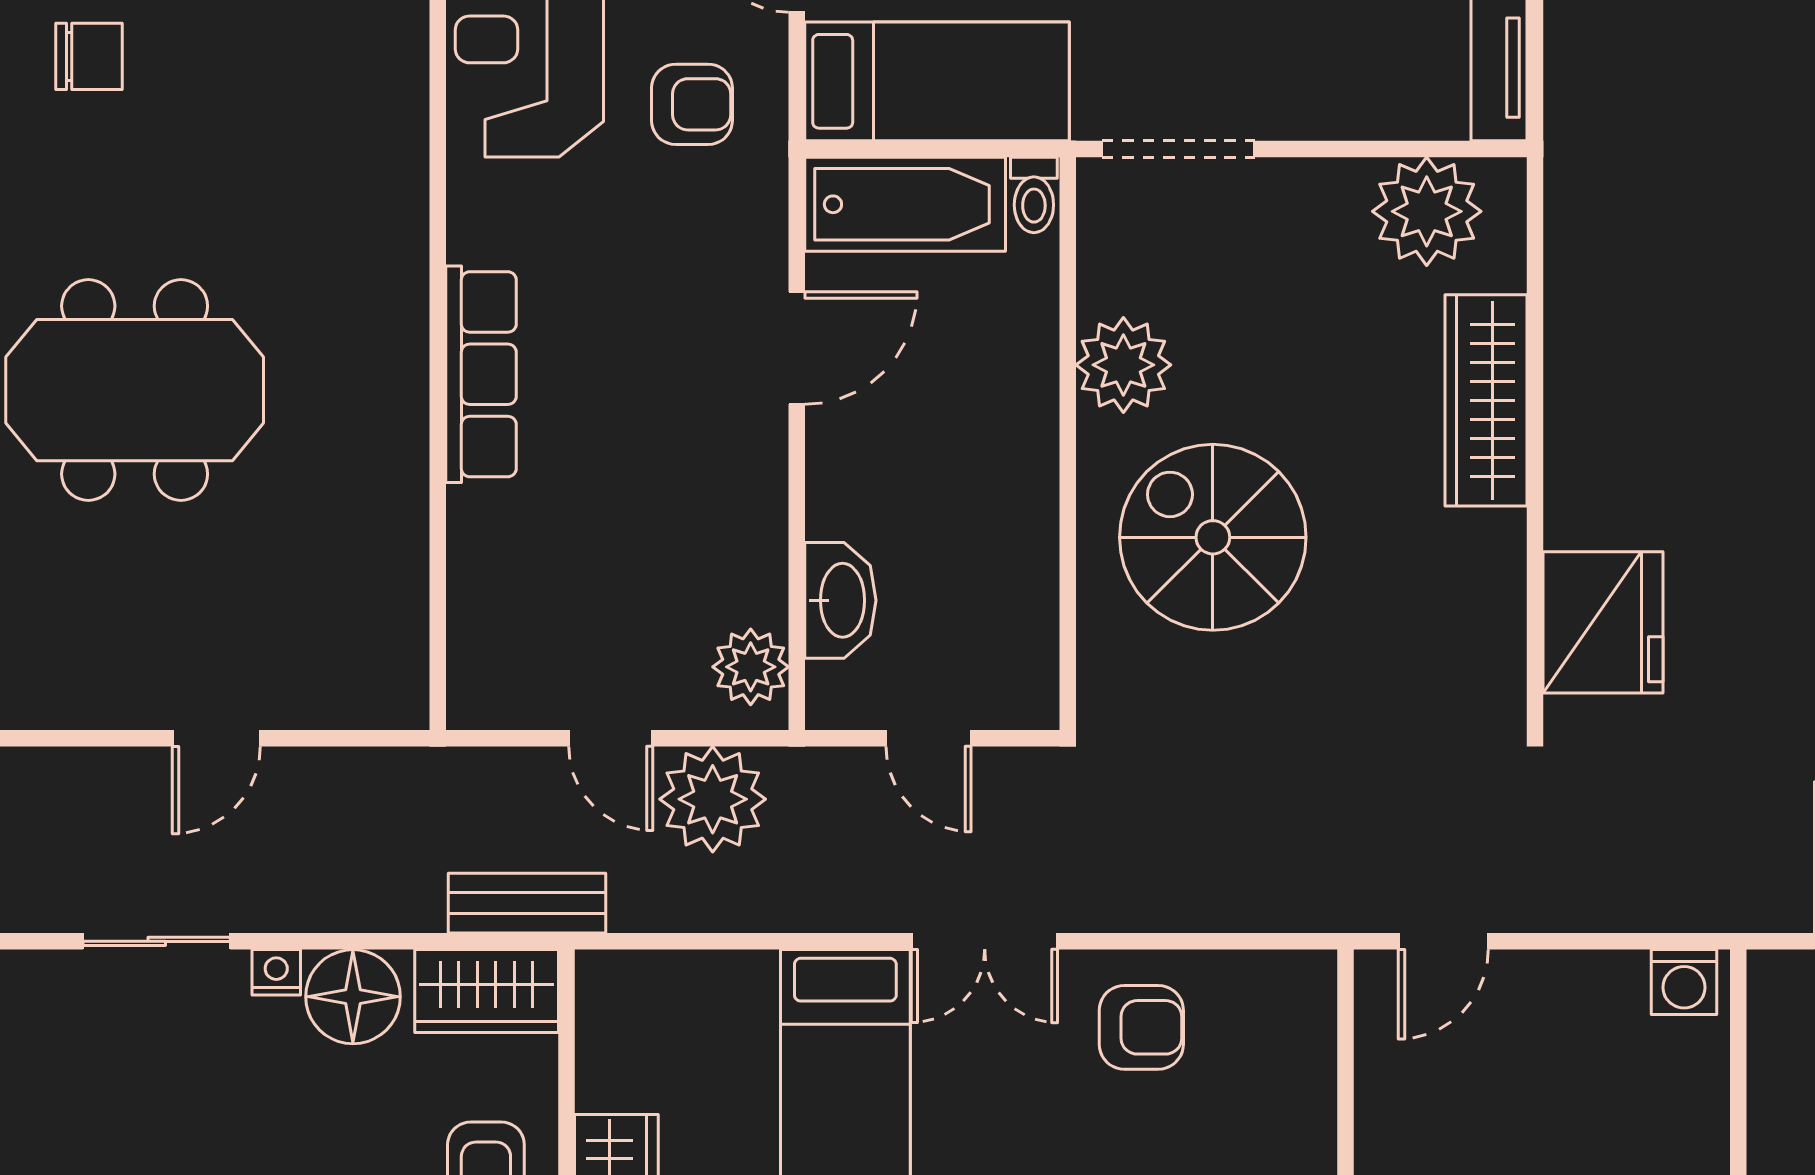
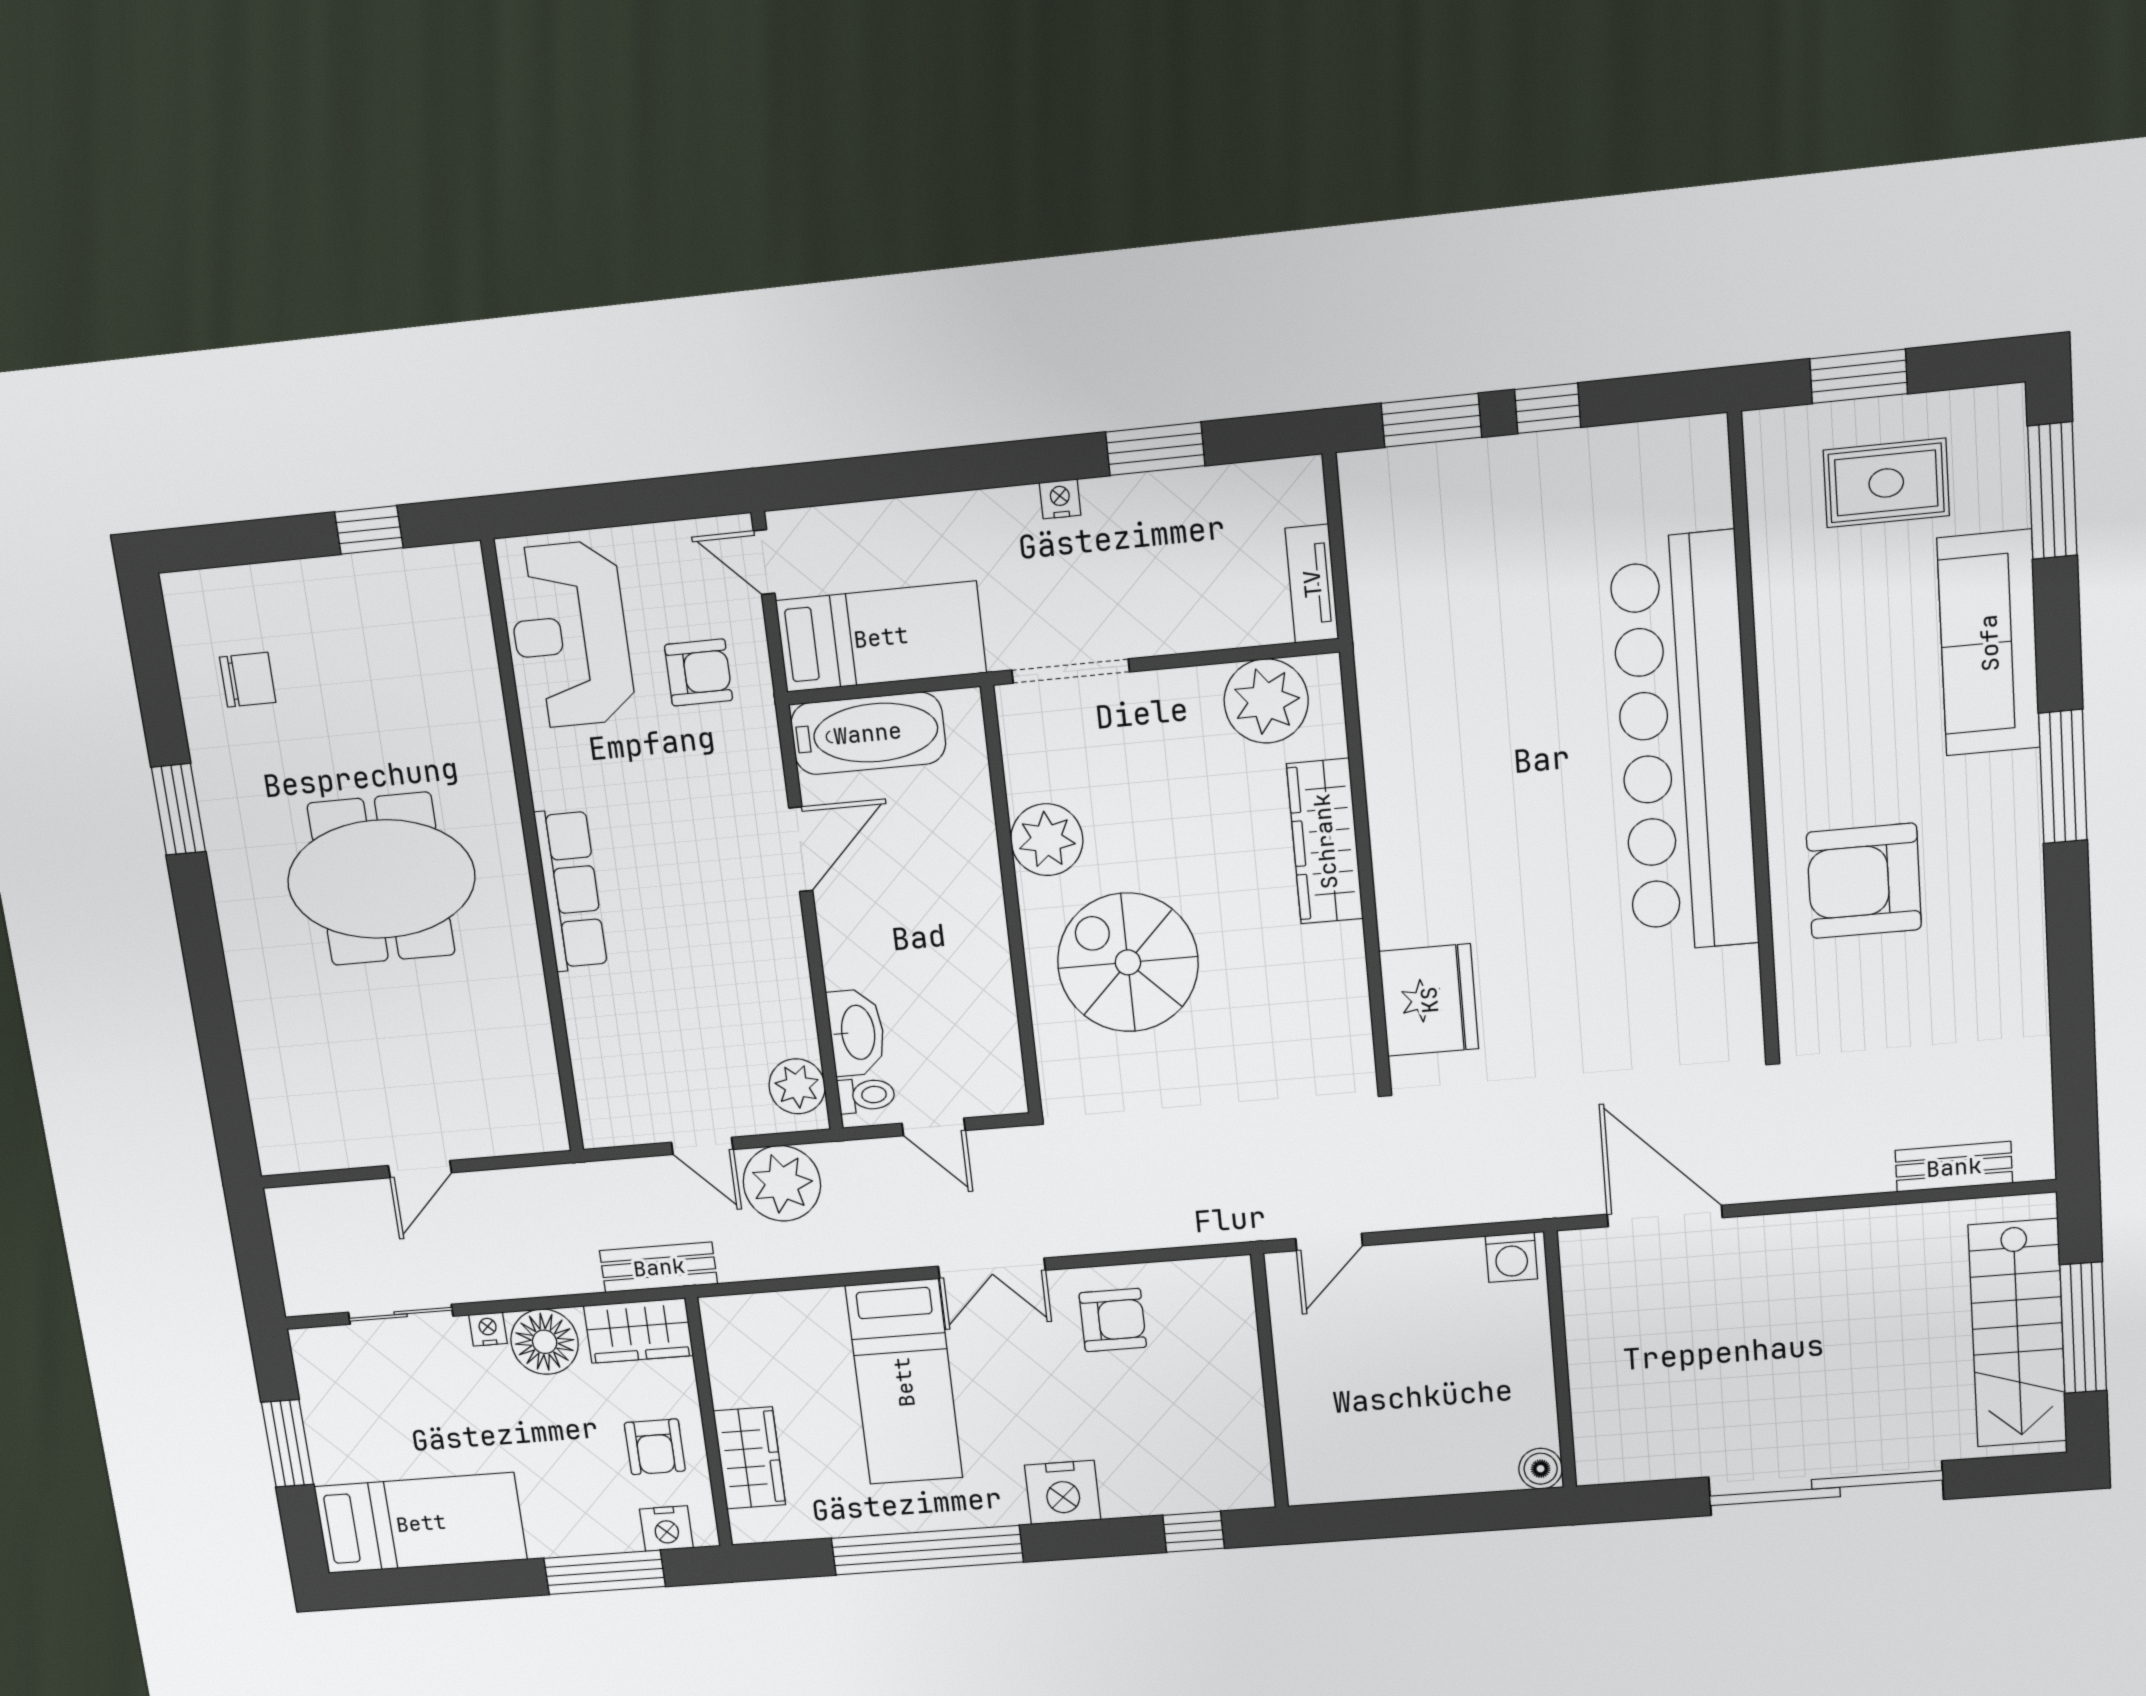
toilet: (1034, 195) -> (866, 1095), moved, turned -90
meeting table: (135, 390) -> (381, 879), moved

